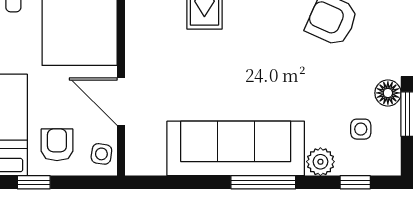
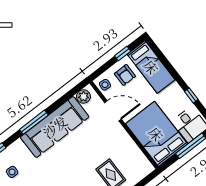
plant: (320, 162) -> (83, 96), moved

